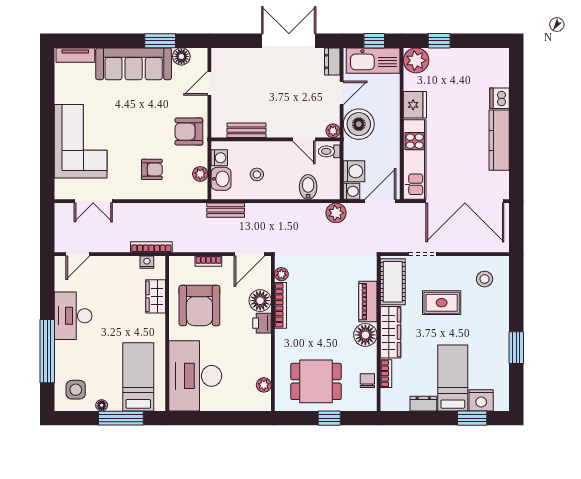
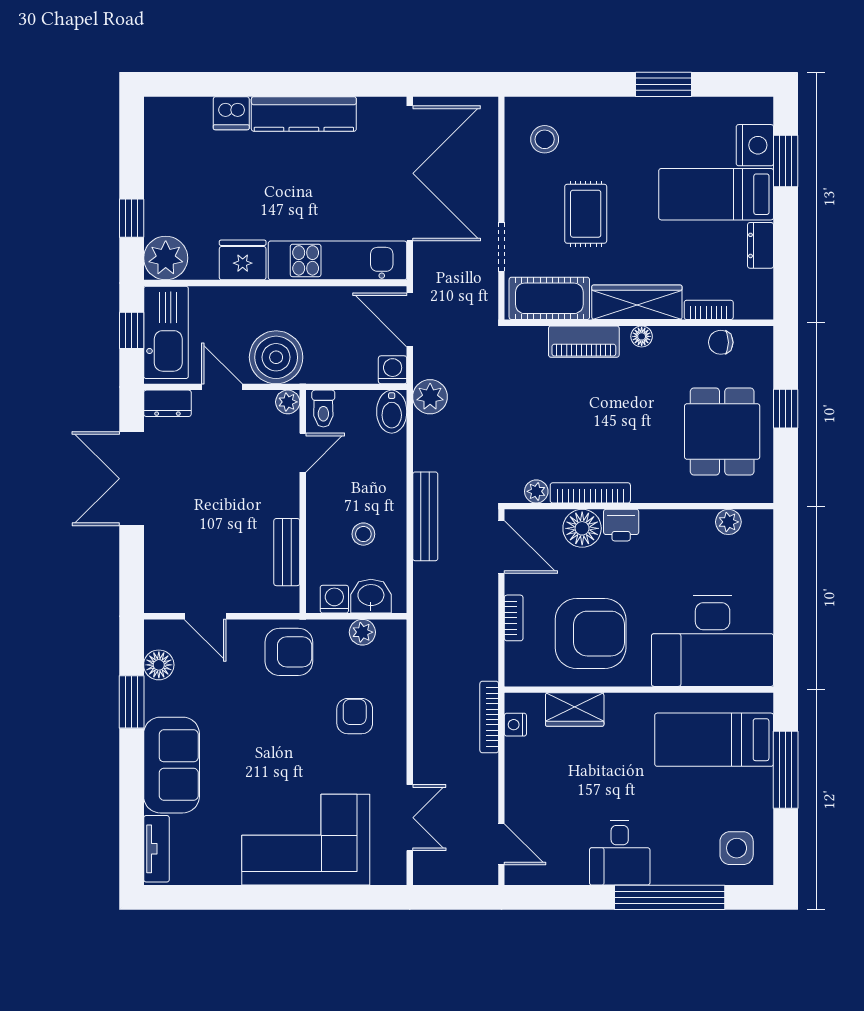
sofa: (134, 64) -> (172, 765), width x0.73
armchair: (189, 132) -> (289, 652), turned -90
washing machine: (354, 171) -> (358, 366), removed
bidet: (308, 187) -> (392, 412), moved, turned -90
bench: (226, 210) -> (425, 516), moved, width x1.36
desk: (73, 316) -> (620, 853), width x0.73
floor lamp: (365, 335) -> (642, 336), width x0.53, depth x0.53
floor lamp: (102, 405) -> (764, 803), removed

